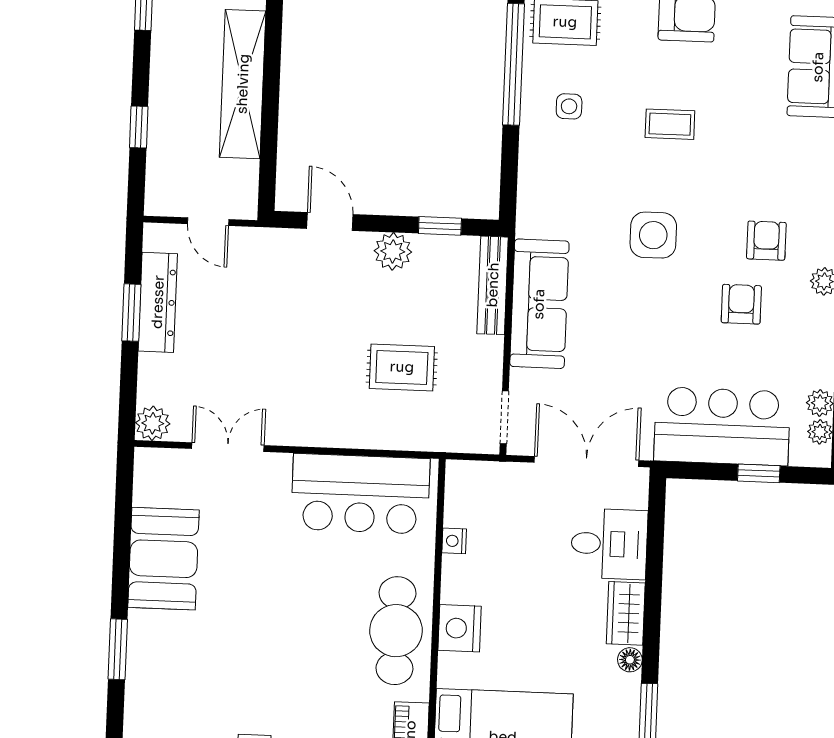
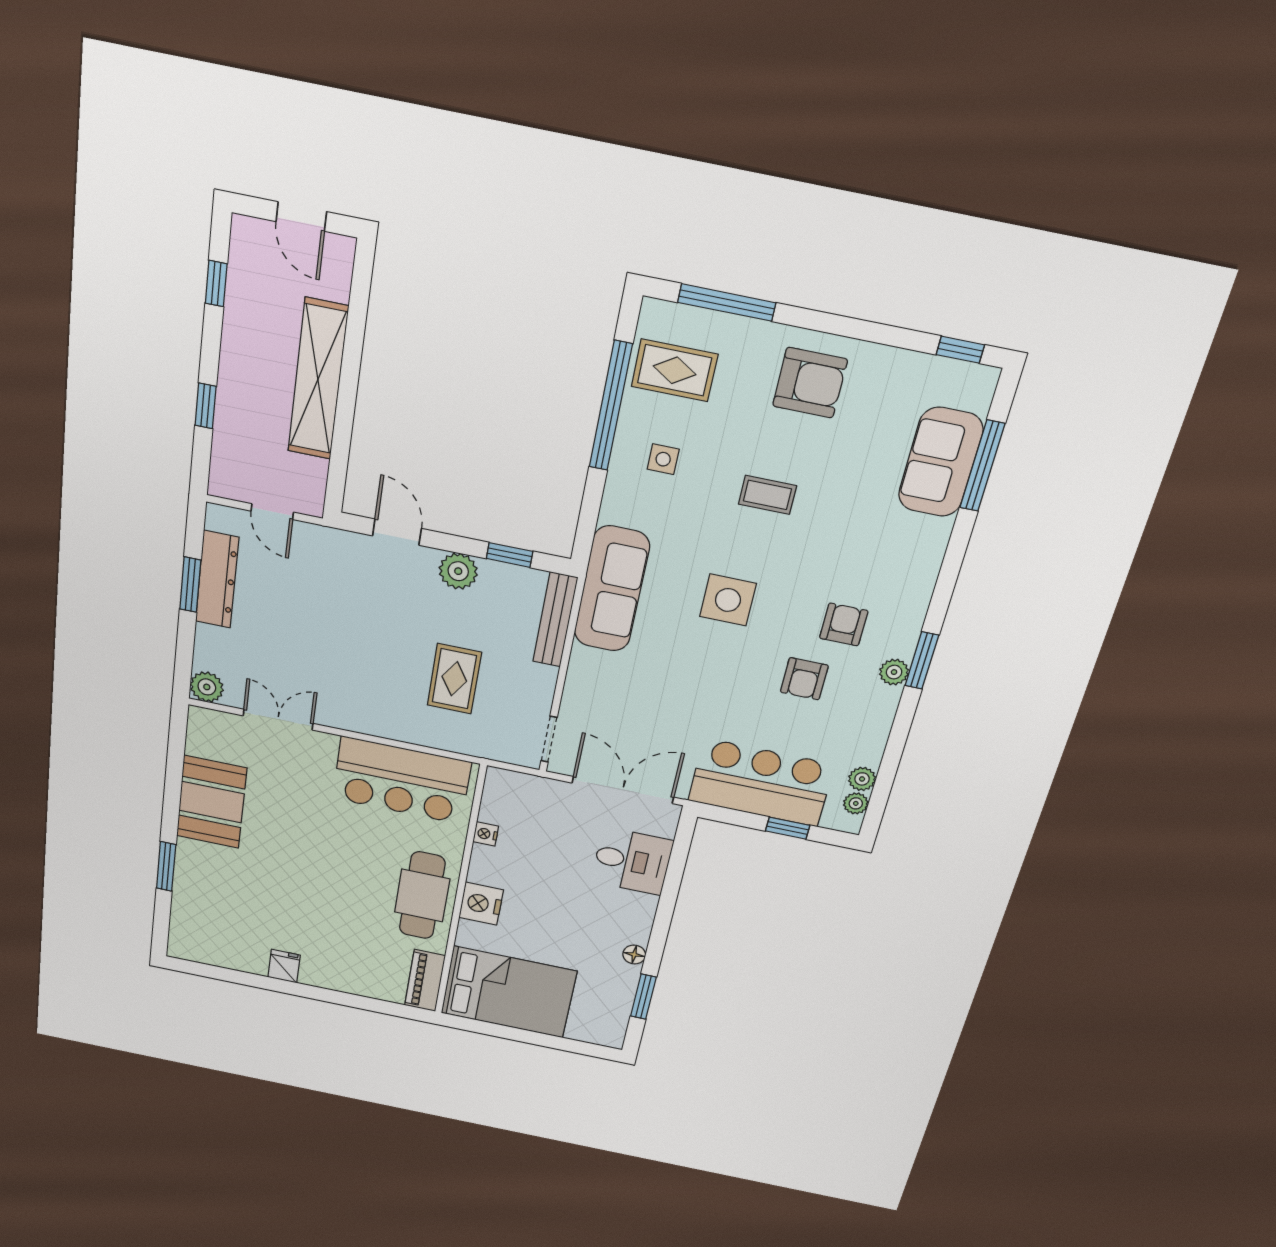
sofa: (539, 304) -> (612, 589), moved
armchair: (741, 304) -> (804, 679), turned 180
rug: (402, 367) -> (454, 679), turned 90
wardrobe: (626, 613) -> (637, 918), removed

